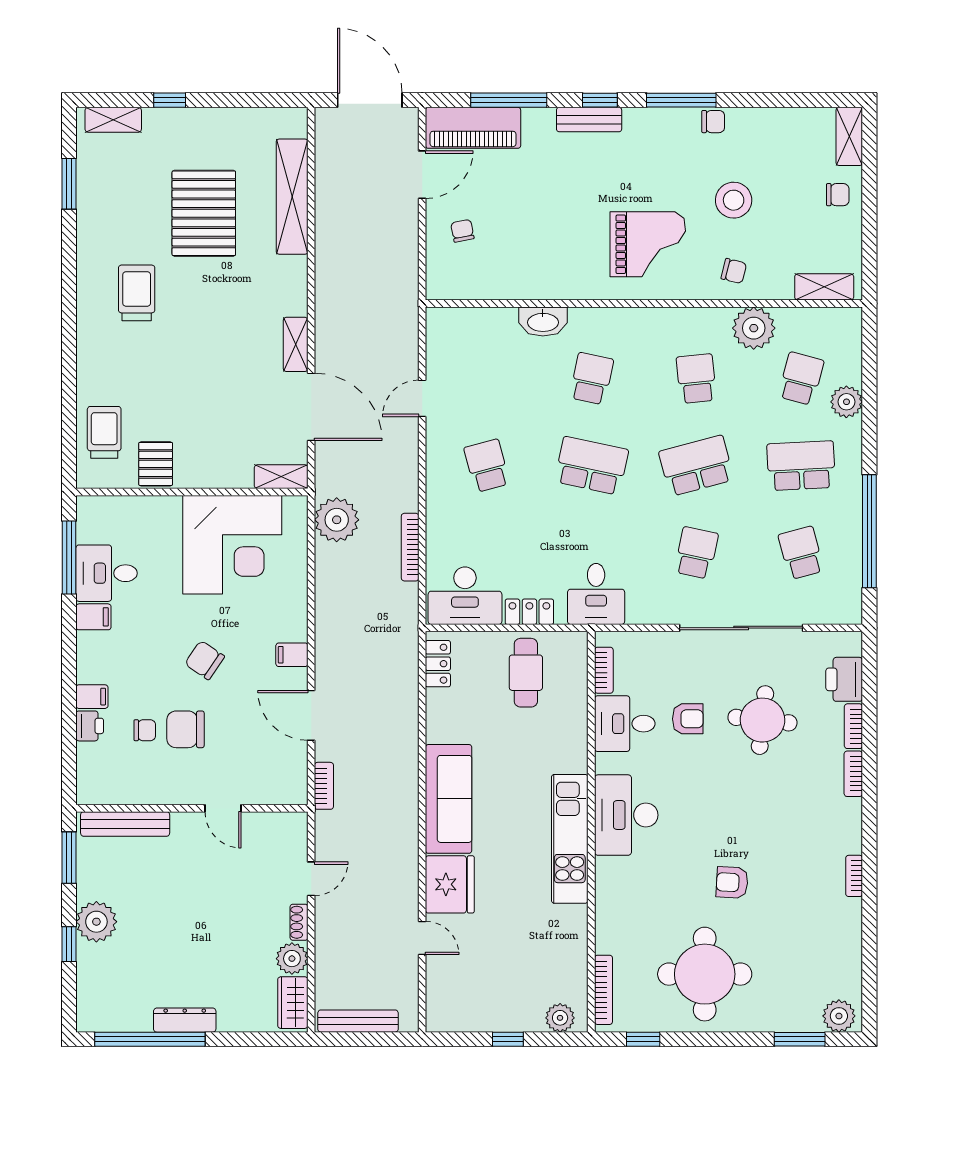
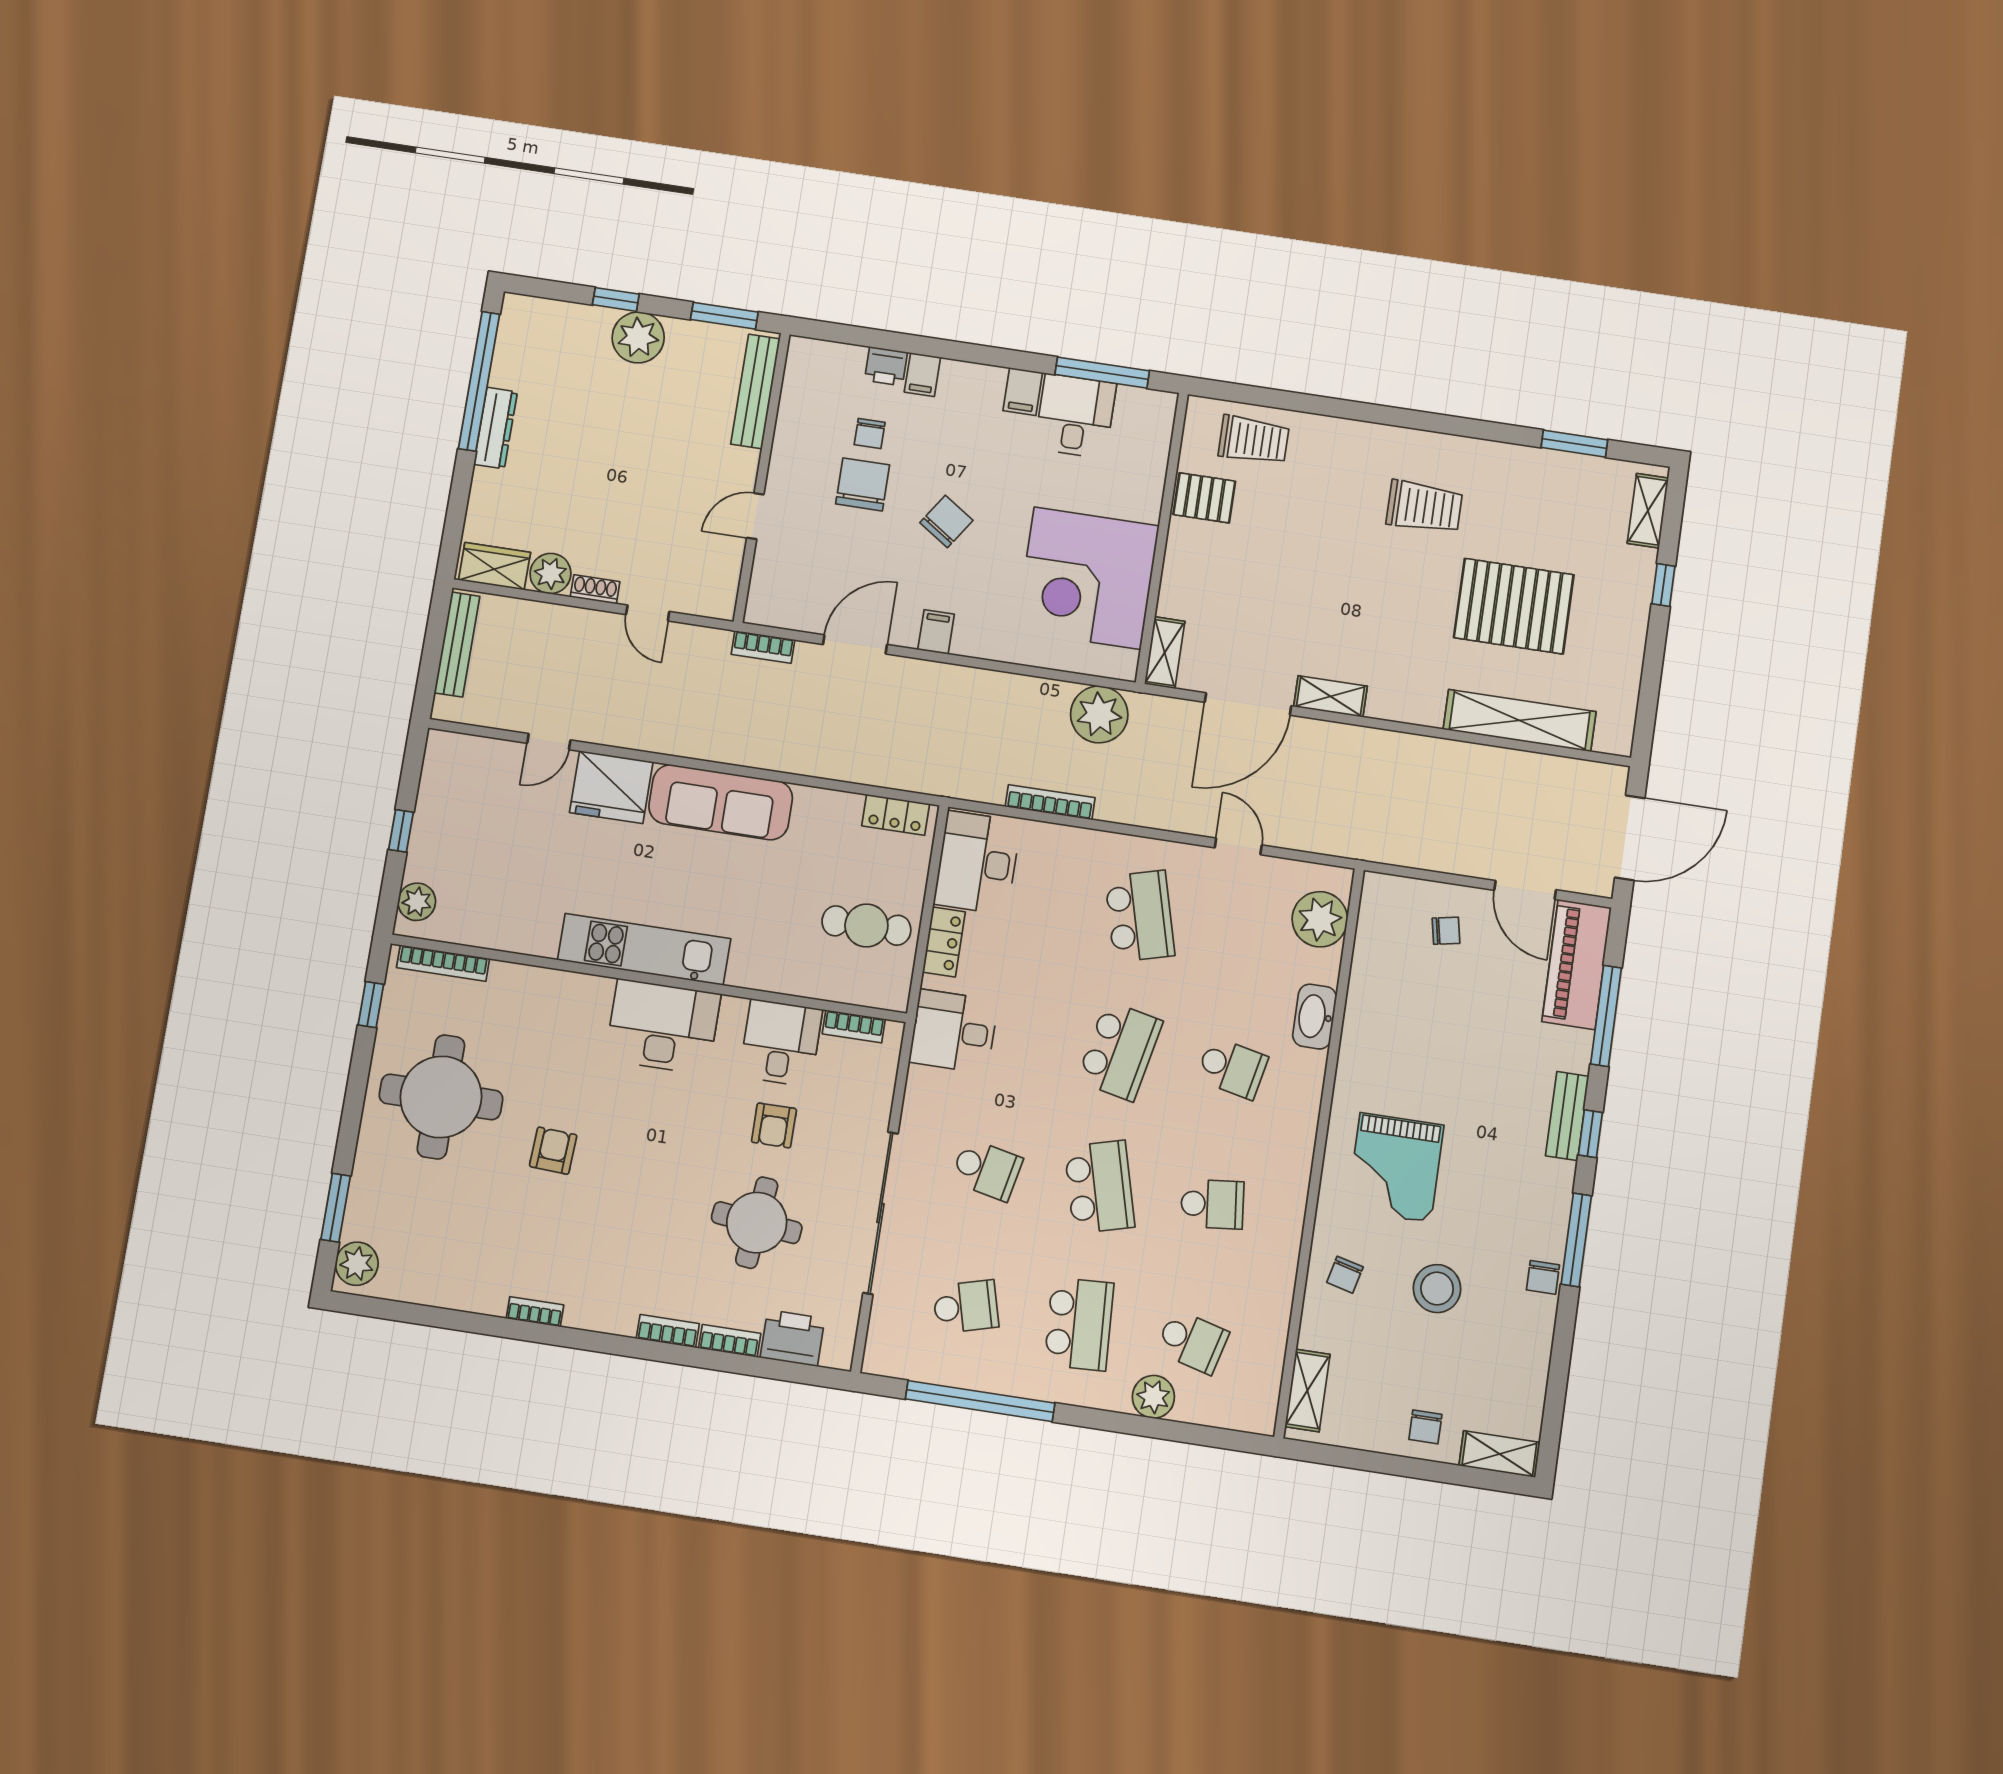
plant: (754, 328) -> (1320, 919), moved
school desk: (487, 466) -> (1140, 916), width x1.85

